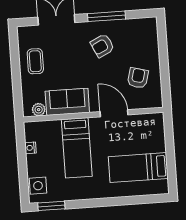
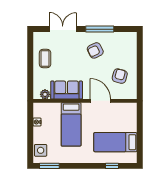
window: (136, 200) -> (112, 166), added

